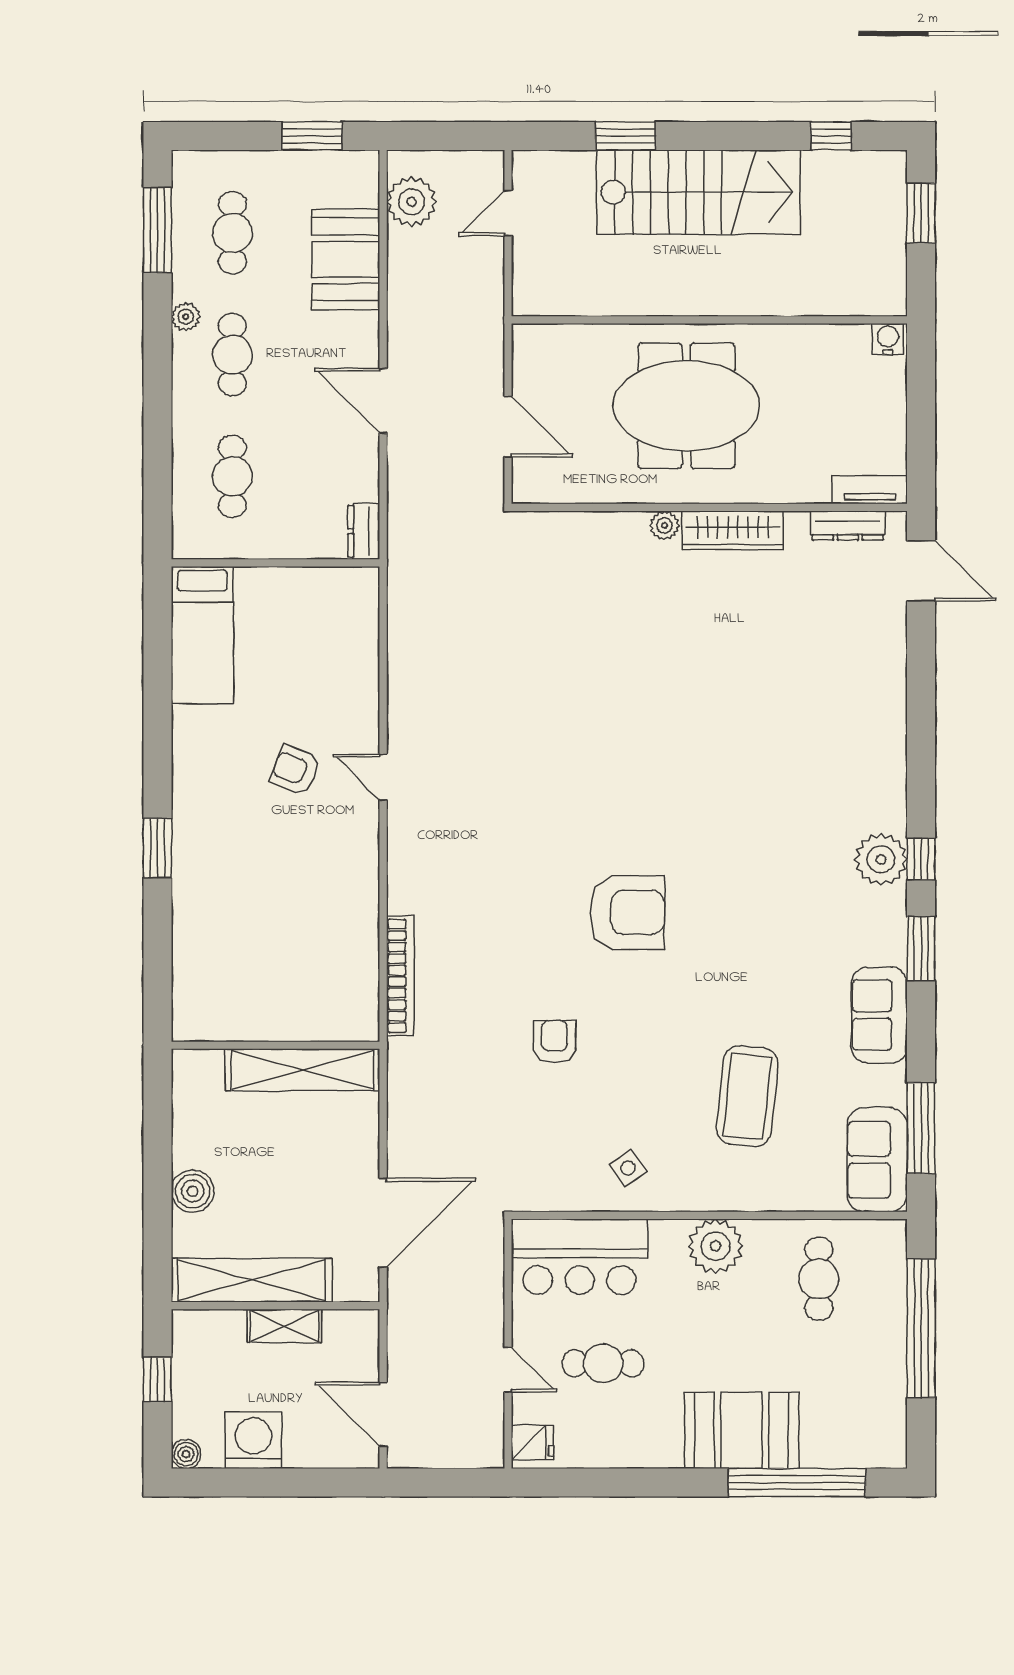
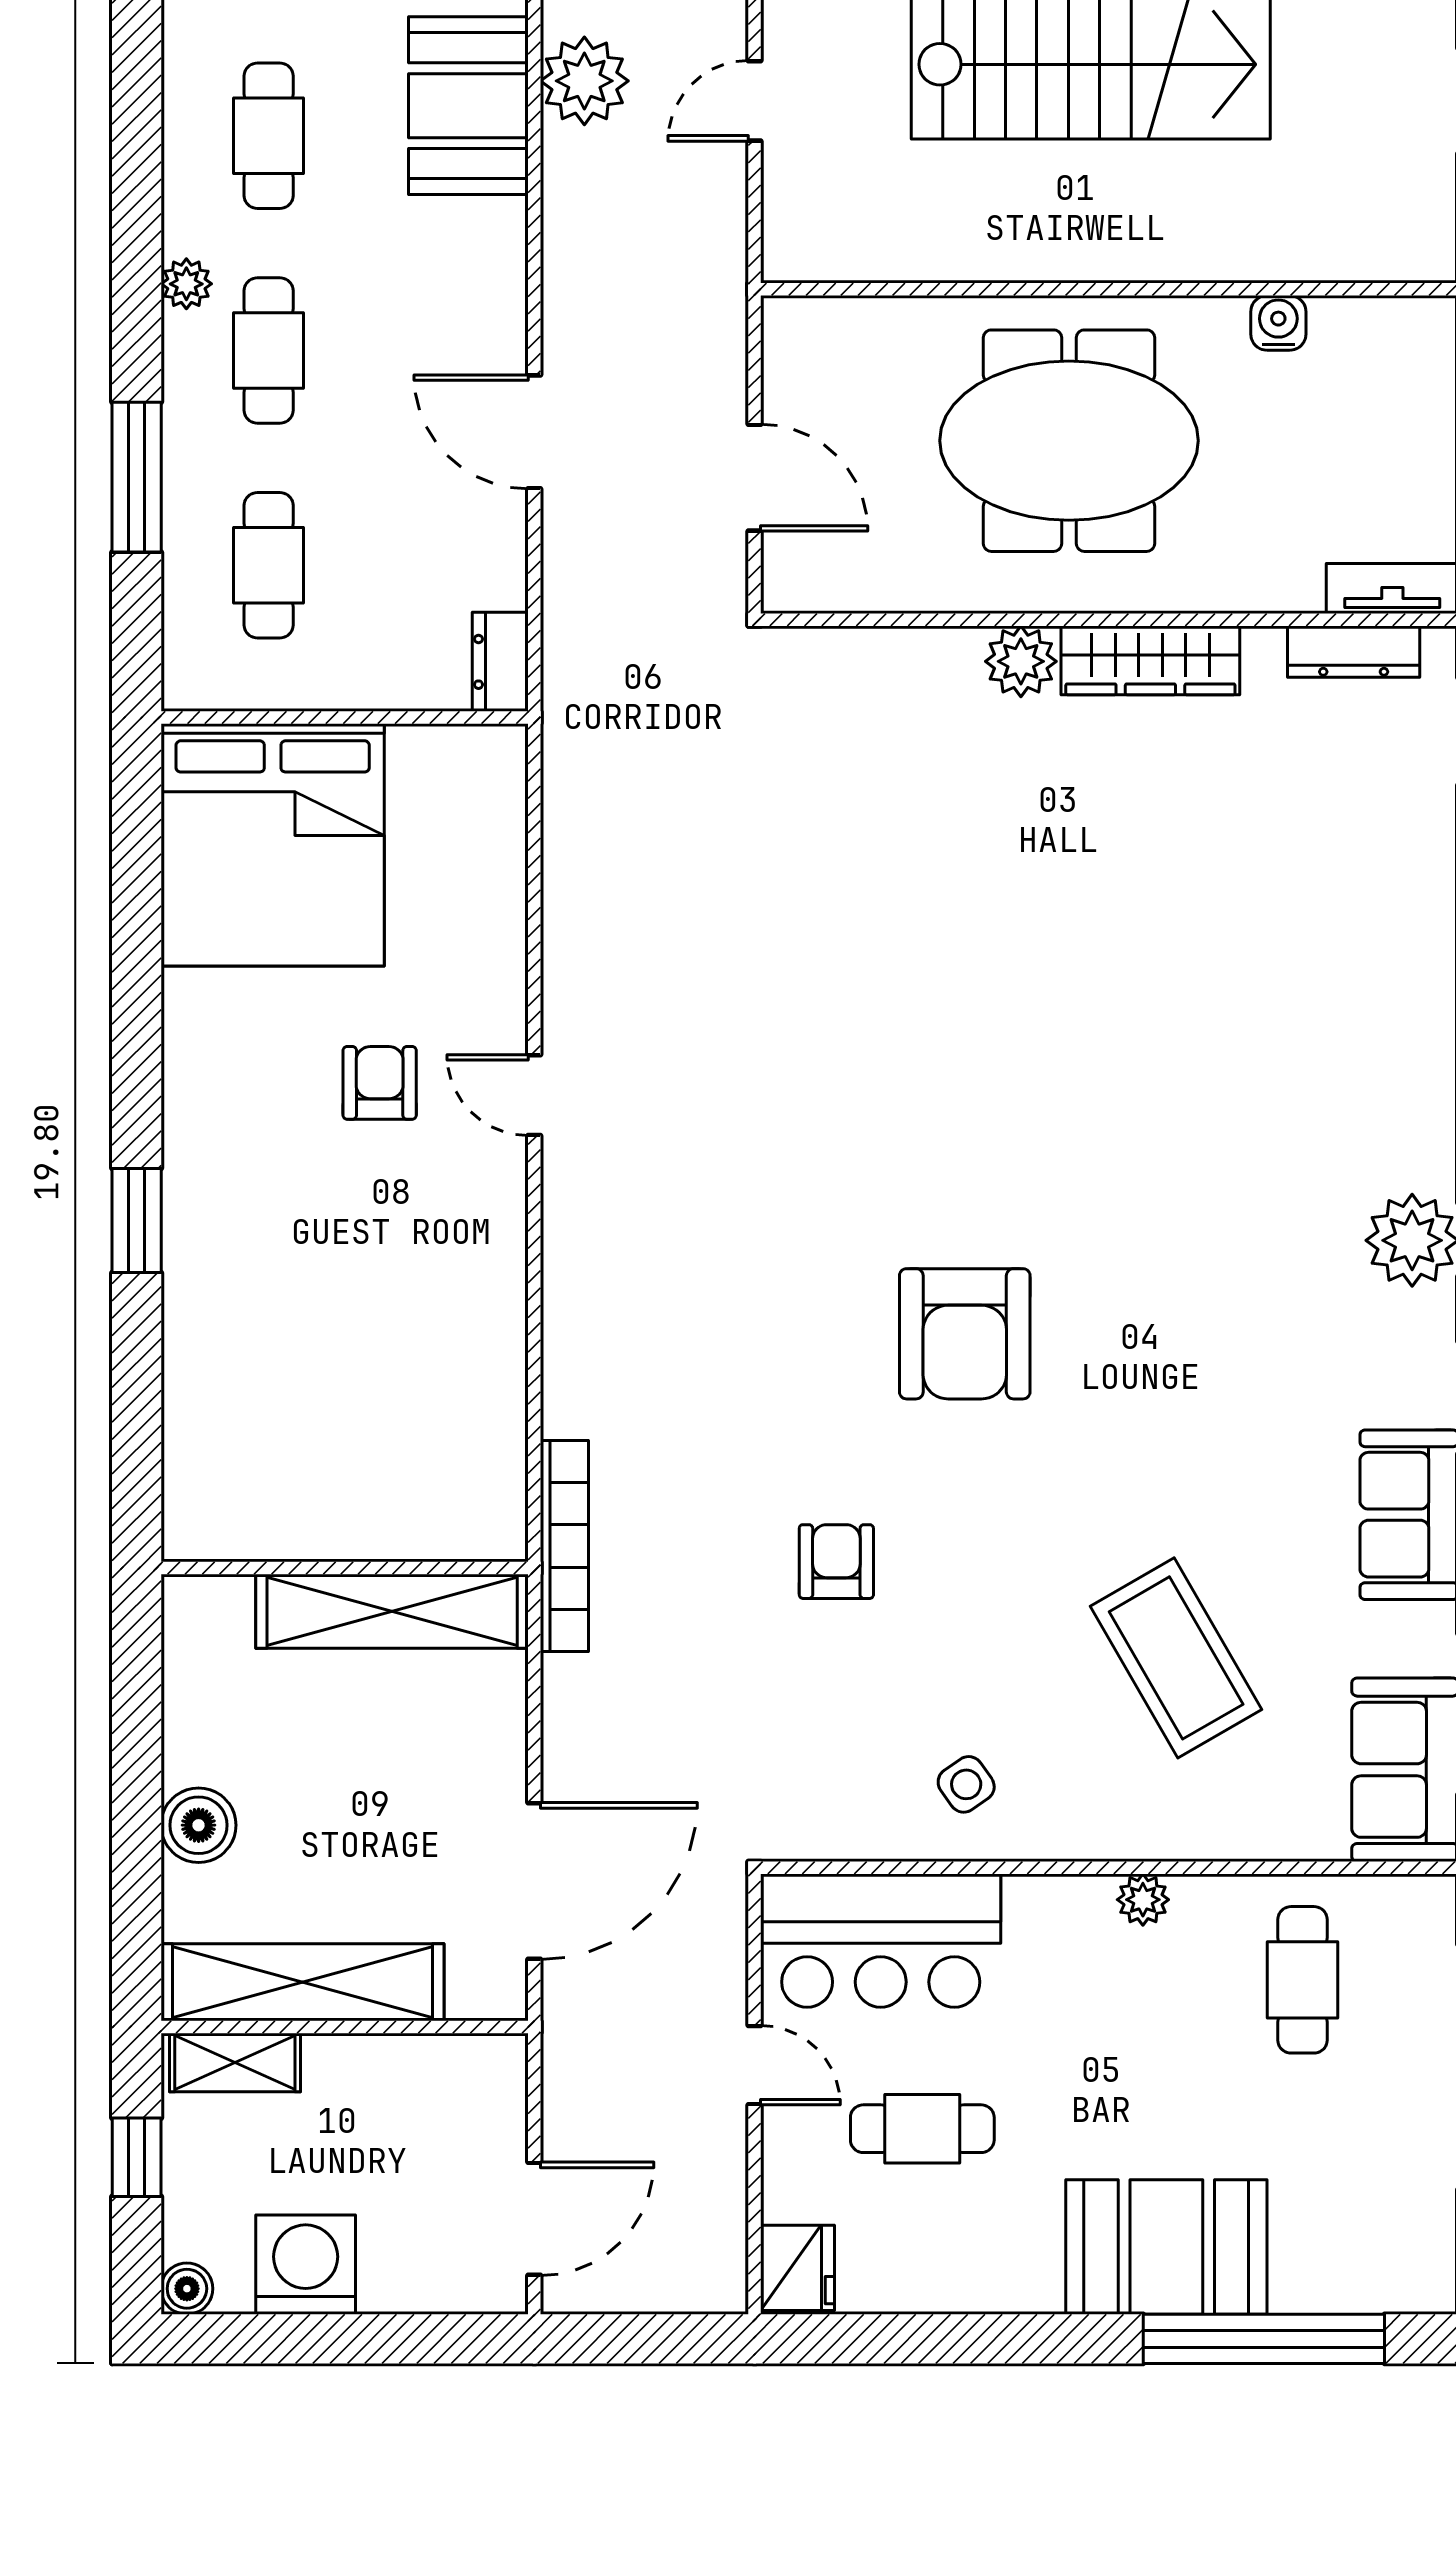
window: (157, 230) -> (137, 477), moved
booth: (346, 259) -> (468, 106), moved
water cooler: (888, 339) -> (1278, 323), moved
plant: (665, 525) -> (1021, 661), width x1.38, depth x1.38
bed: (202, 635) -> (273, 845), width x2.04
armchair: (295, 770) -> (380, 1083), turned 68
armchair: (627, 912) -> (965, 1334), turned 90
bookcase: (400, 976) -> (564, 1546), moved
coffee table: (747, 1096) -> (1176, 1658), turned -36
plant: (716, 1246) -> (1143, 1900), width x0.53, depth x0.53
shelving: (284, 1326) -> (235, 2063), moved
door: (508, 1370) -> (755, 2065), moved
door: (383, 1414) -> (534, 2219), swing flipped
fridge: (532, 1442) -> (798, 2268), width x1.38

